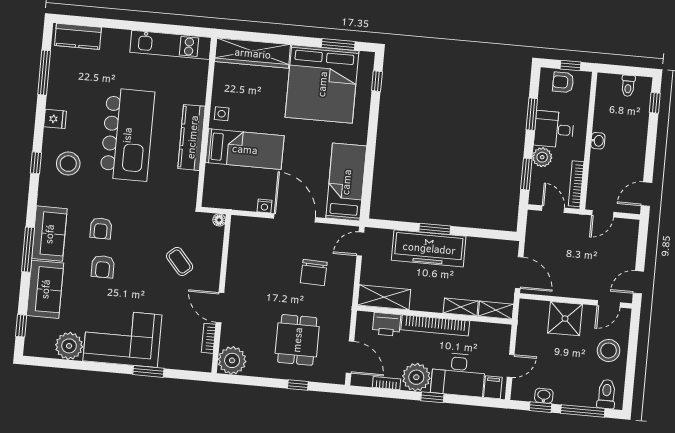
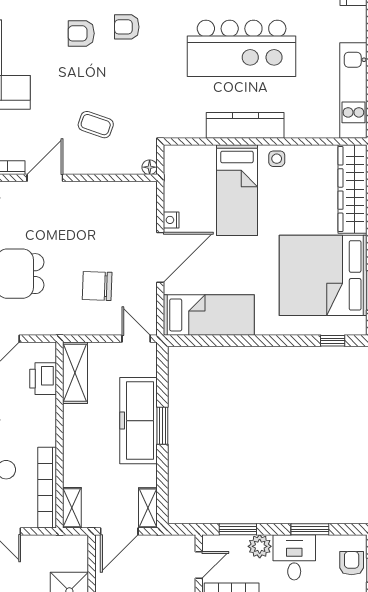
coffee table: (180, 261) -> (96, 125), turned 60
shelving: (461, 307) -> (148, 508), moved
bookcase: (435, 325) -> (47, 488), moved

